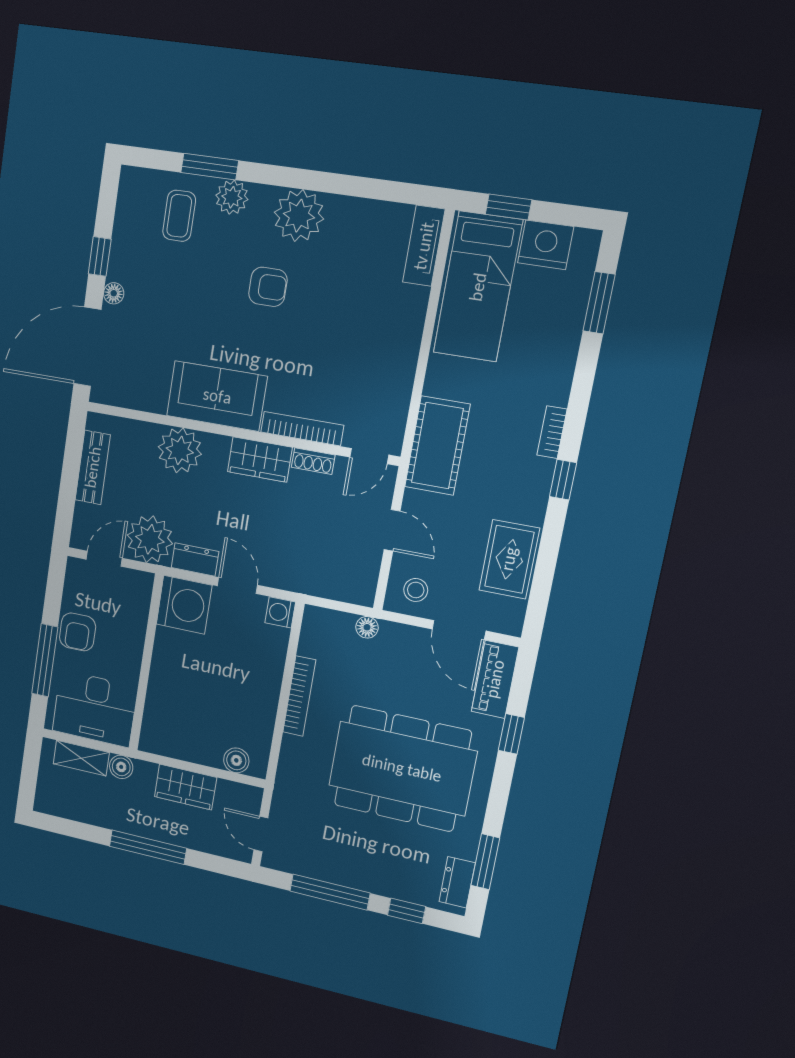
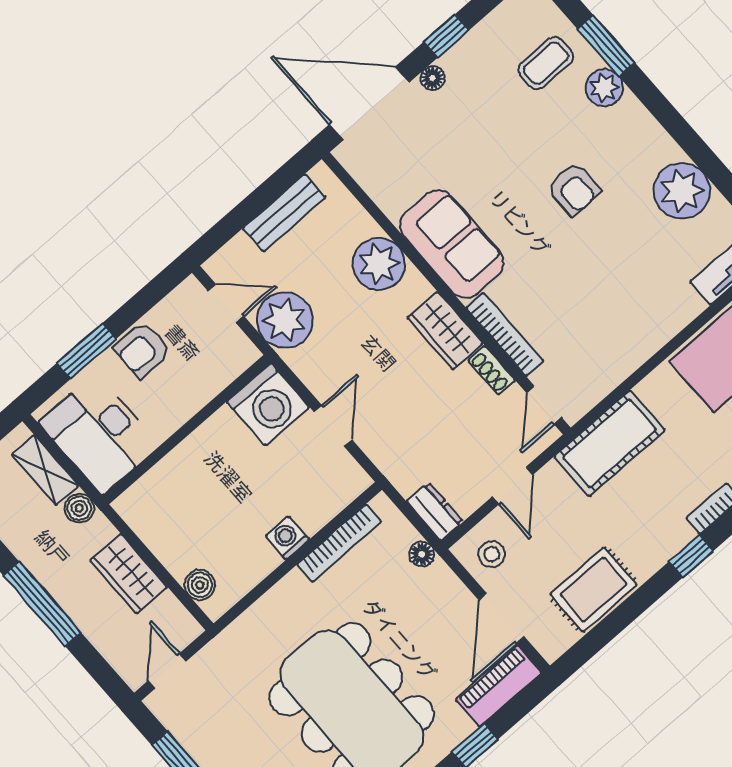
plant: (299, 216) -> (682, 191), moved
door: (369, 456) -> (544, 405), hinge flipped
dresser: (195, 560) -> (435, 512), moved
washing machine: (280, 612) -> (287, 538), moved
window: (45, 660) -> (86, 351), width x0.69
bookcase: (299, 696) -> (339, 543), moved

